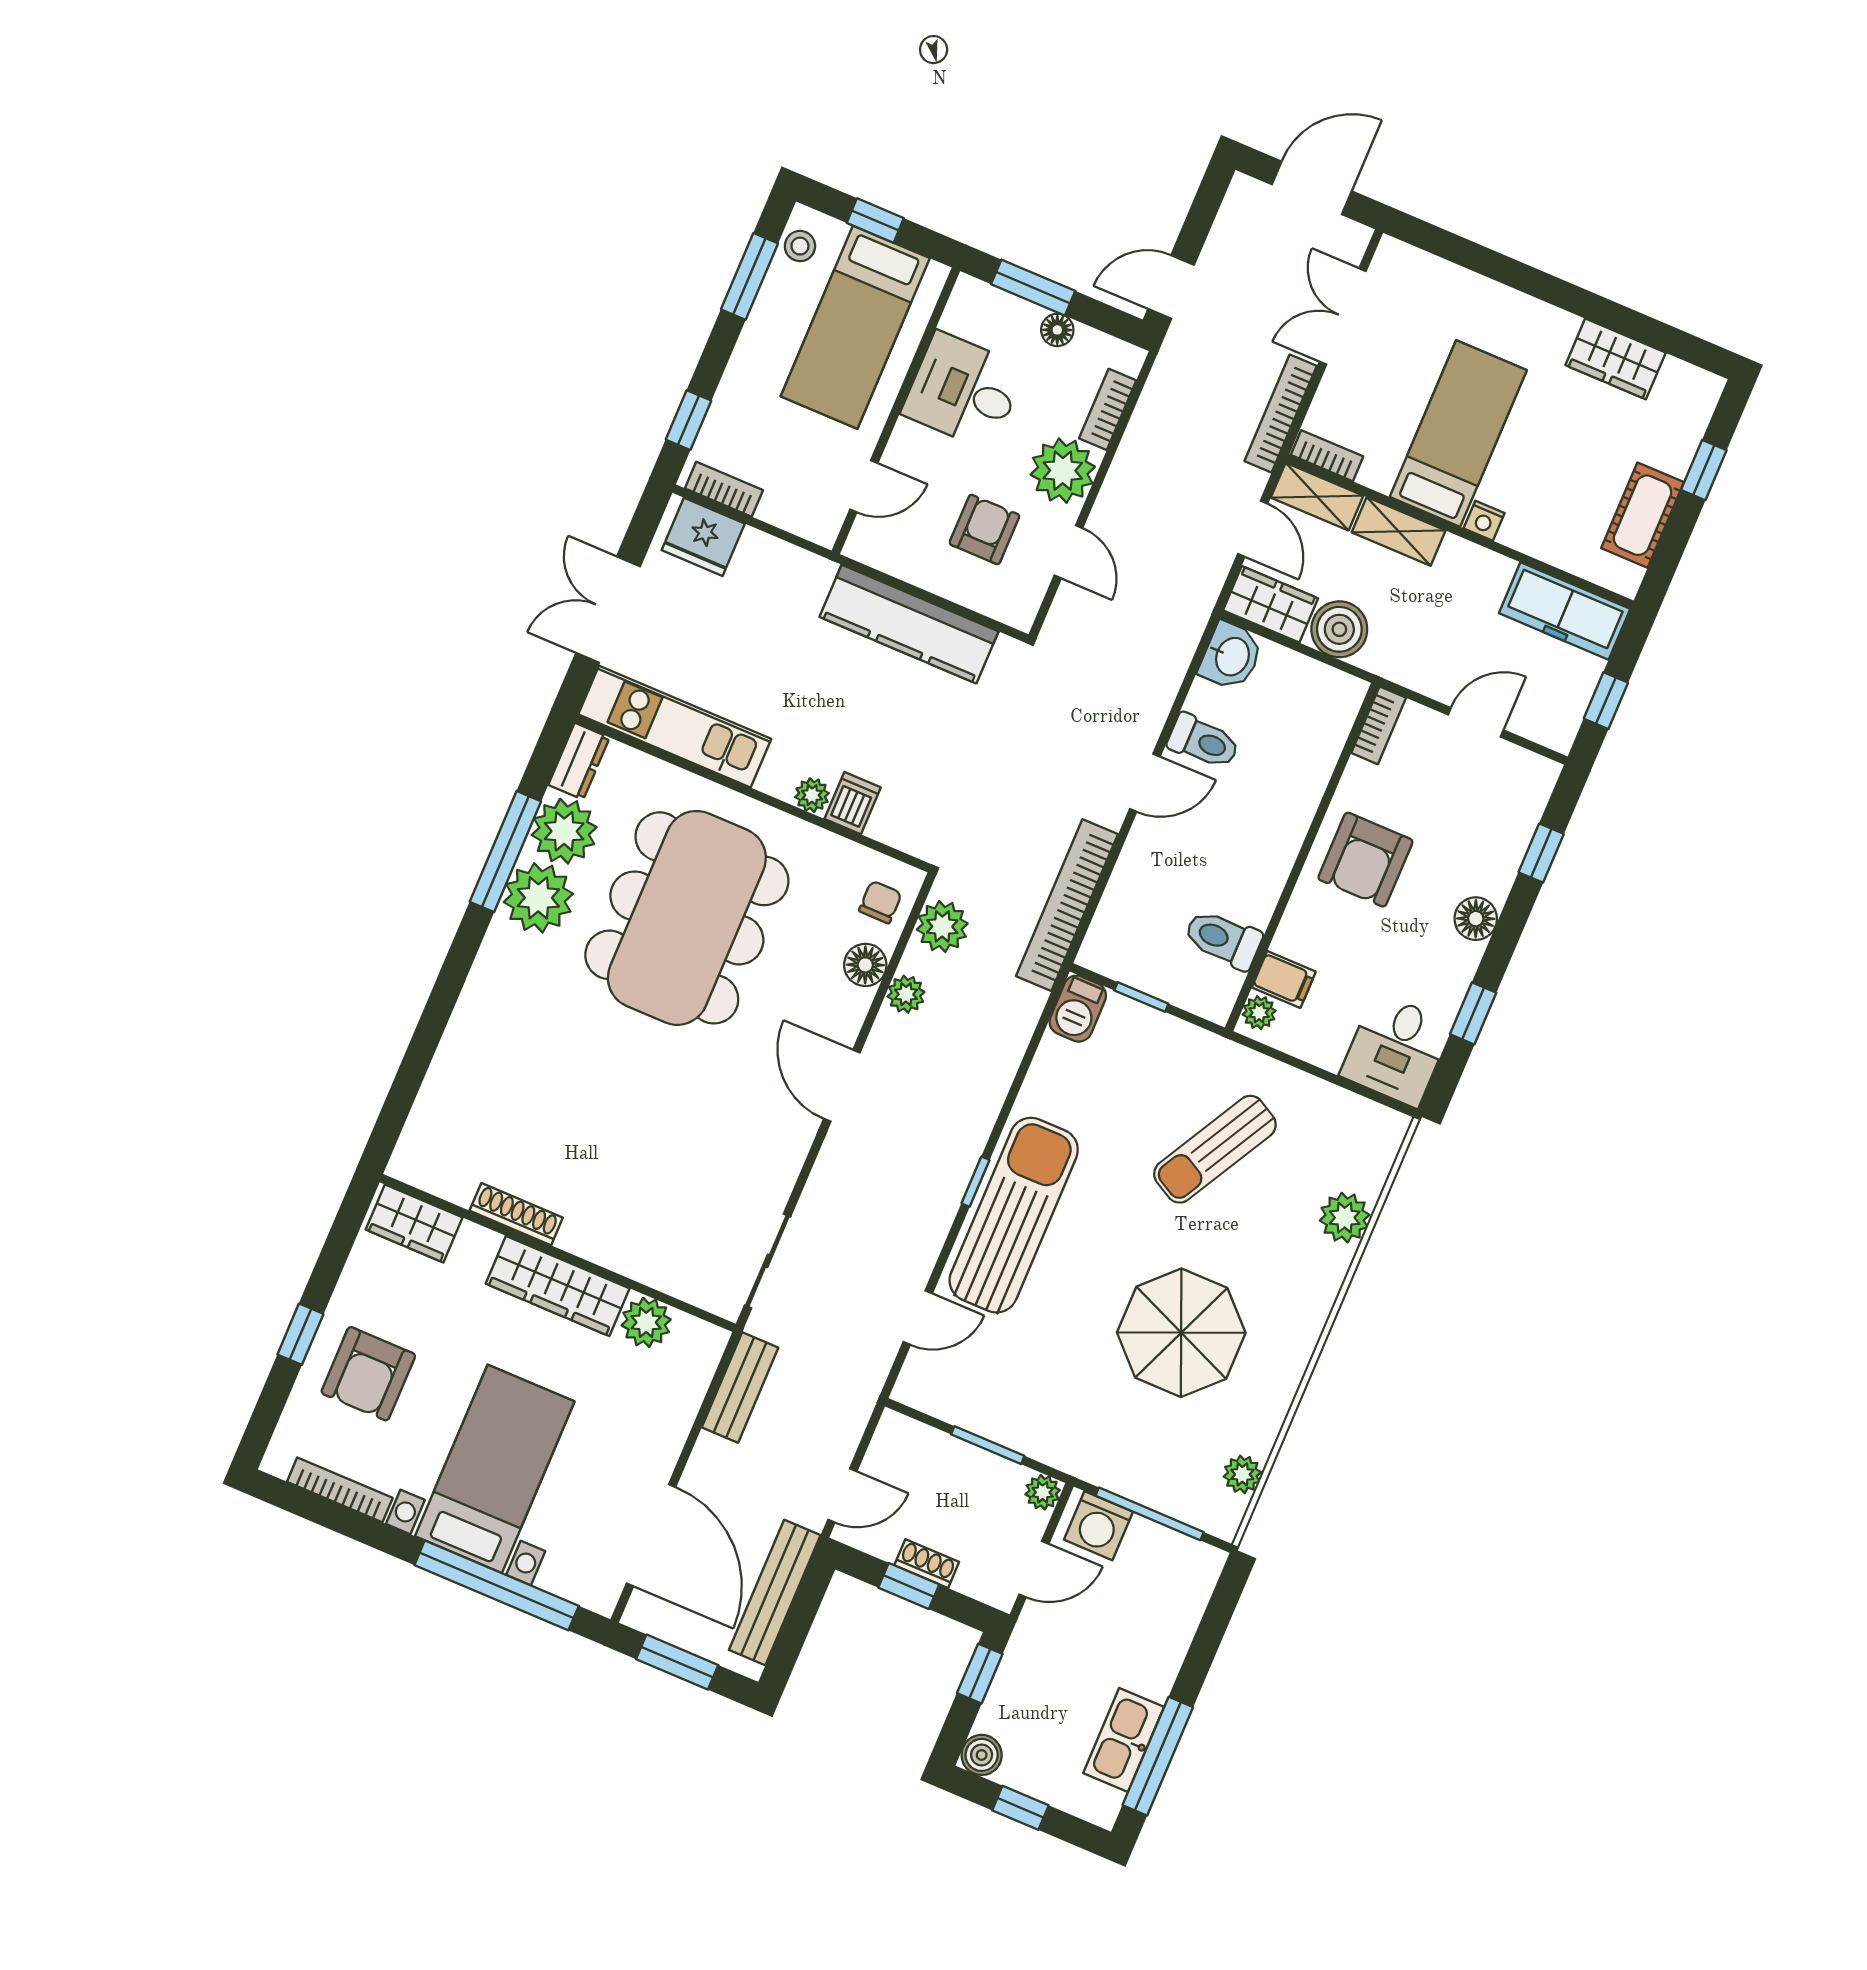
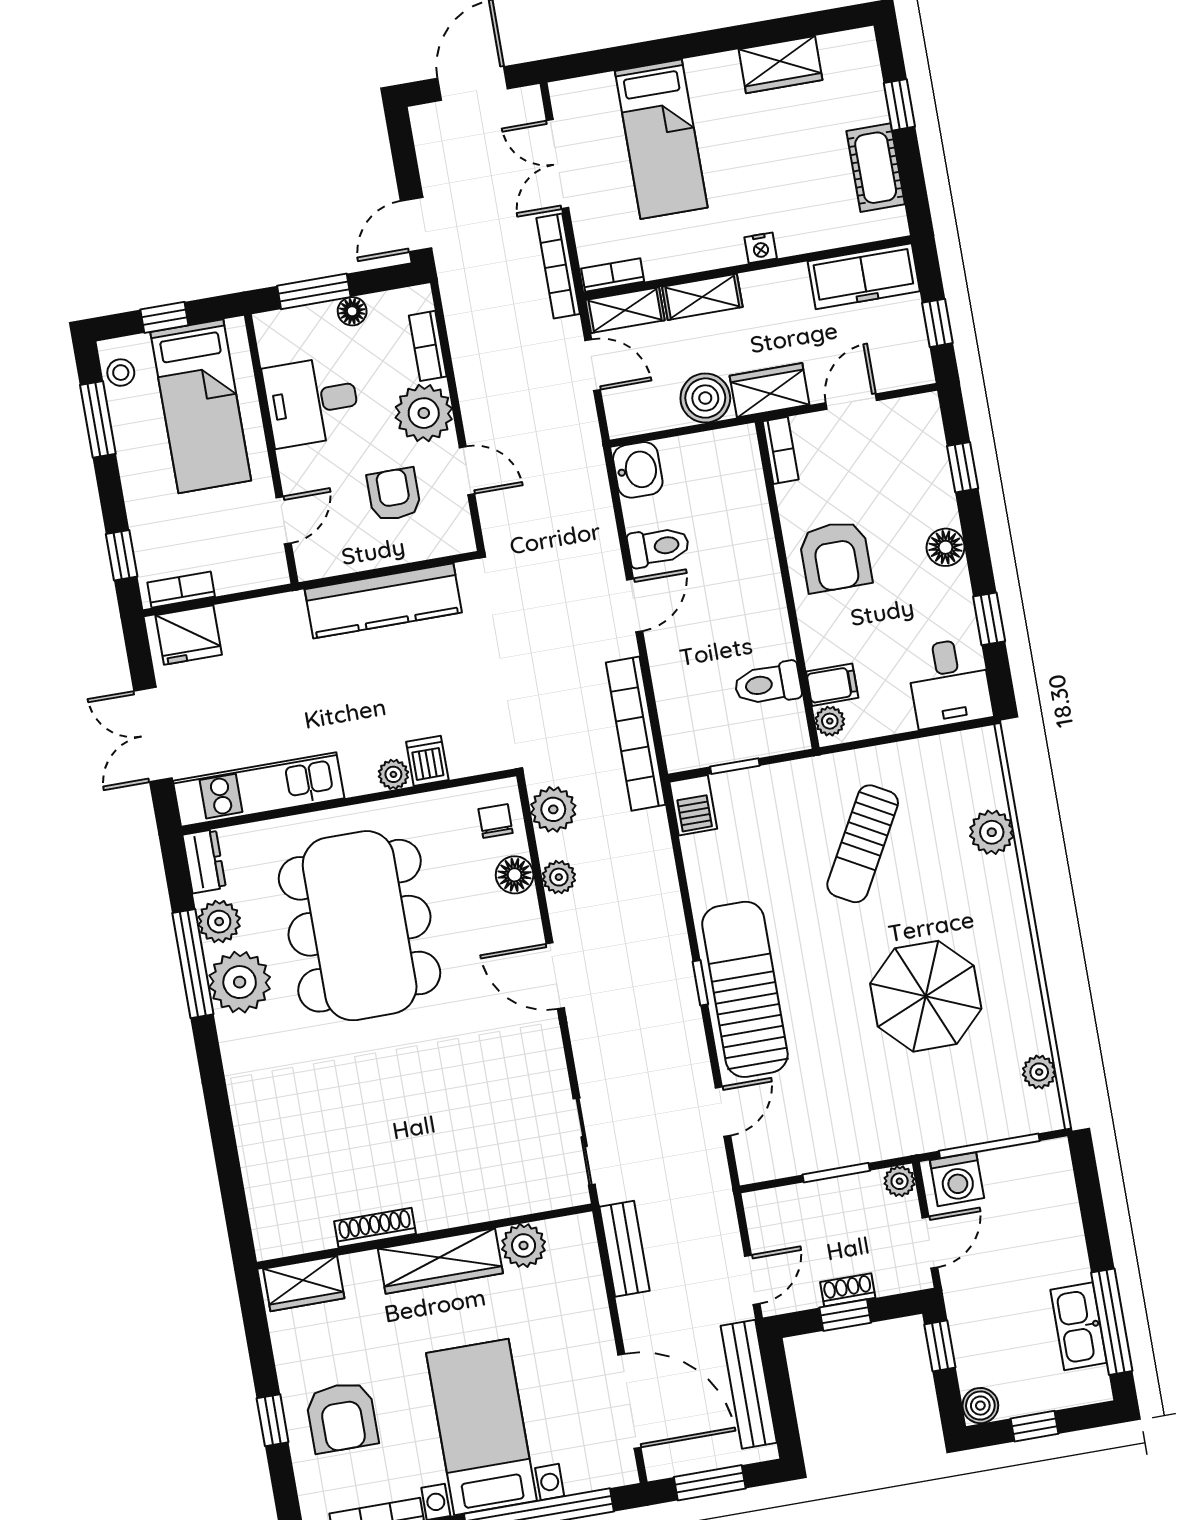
bed: (1458, 434) -> (661, 139), moved, turned 180
wardrobe: (1271, 604) -> (770, 390), moved
plant: (564, 831) -> (219, 922), width x0.73, depth x0.73

